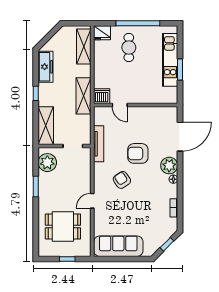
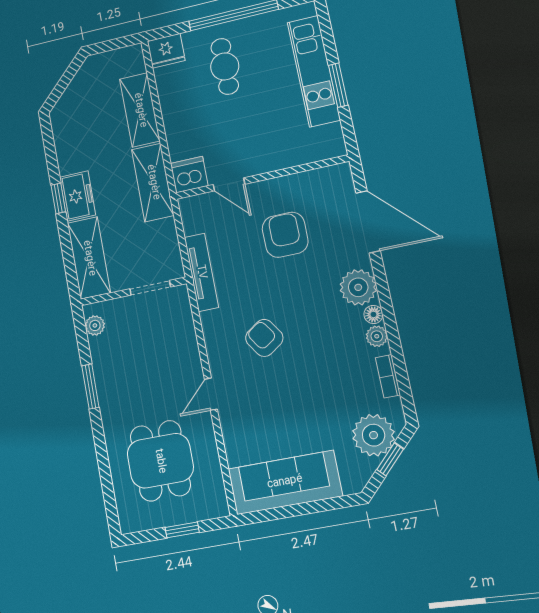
shelving: (84, 47) -> (140, 110), moved
freezer: (46, 67) -> (78, 196), moved, width x0.71
door: (180, 137) -> (368, 222), hinge flipped
armchair: (138, 153) -> (285, 235), moved, turned 90
plant: (47, 163) -> (95, 325), width x0.53, depth x0.53
plant: (173, 189) -> (377, 336), added
dining table: (63, 226) -> (160, 461), turned 90
plant: (162, 233) -> (374, 435), added

